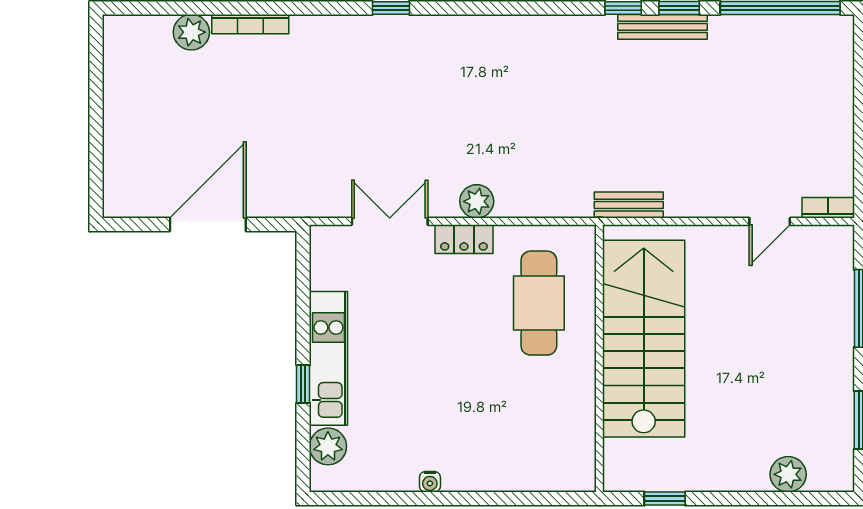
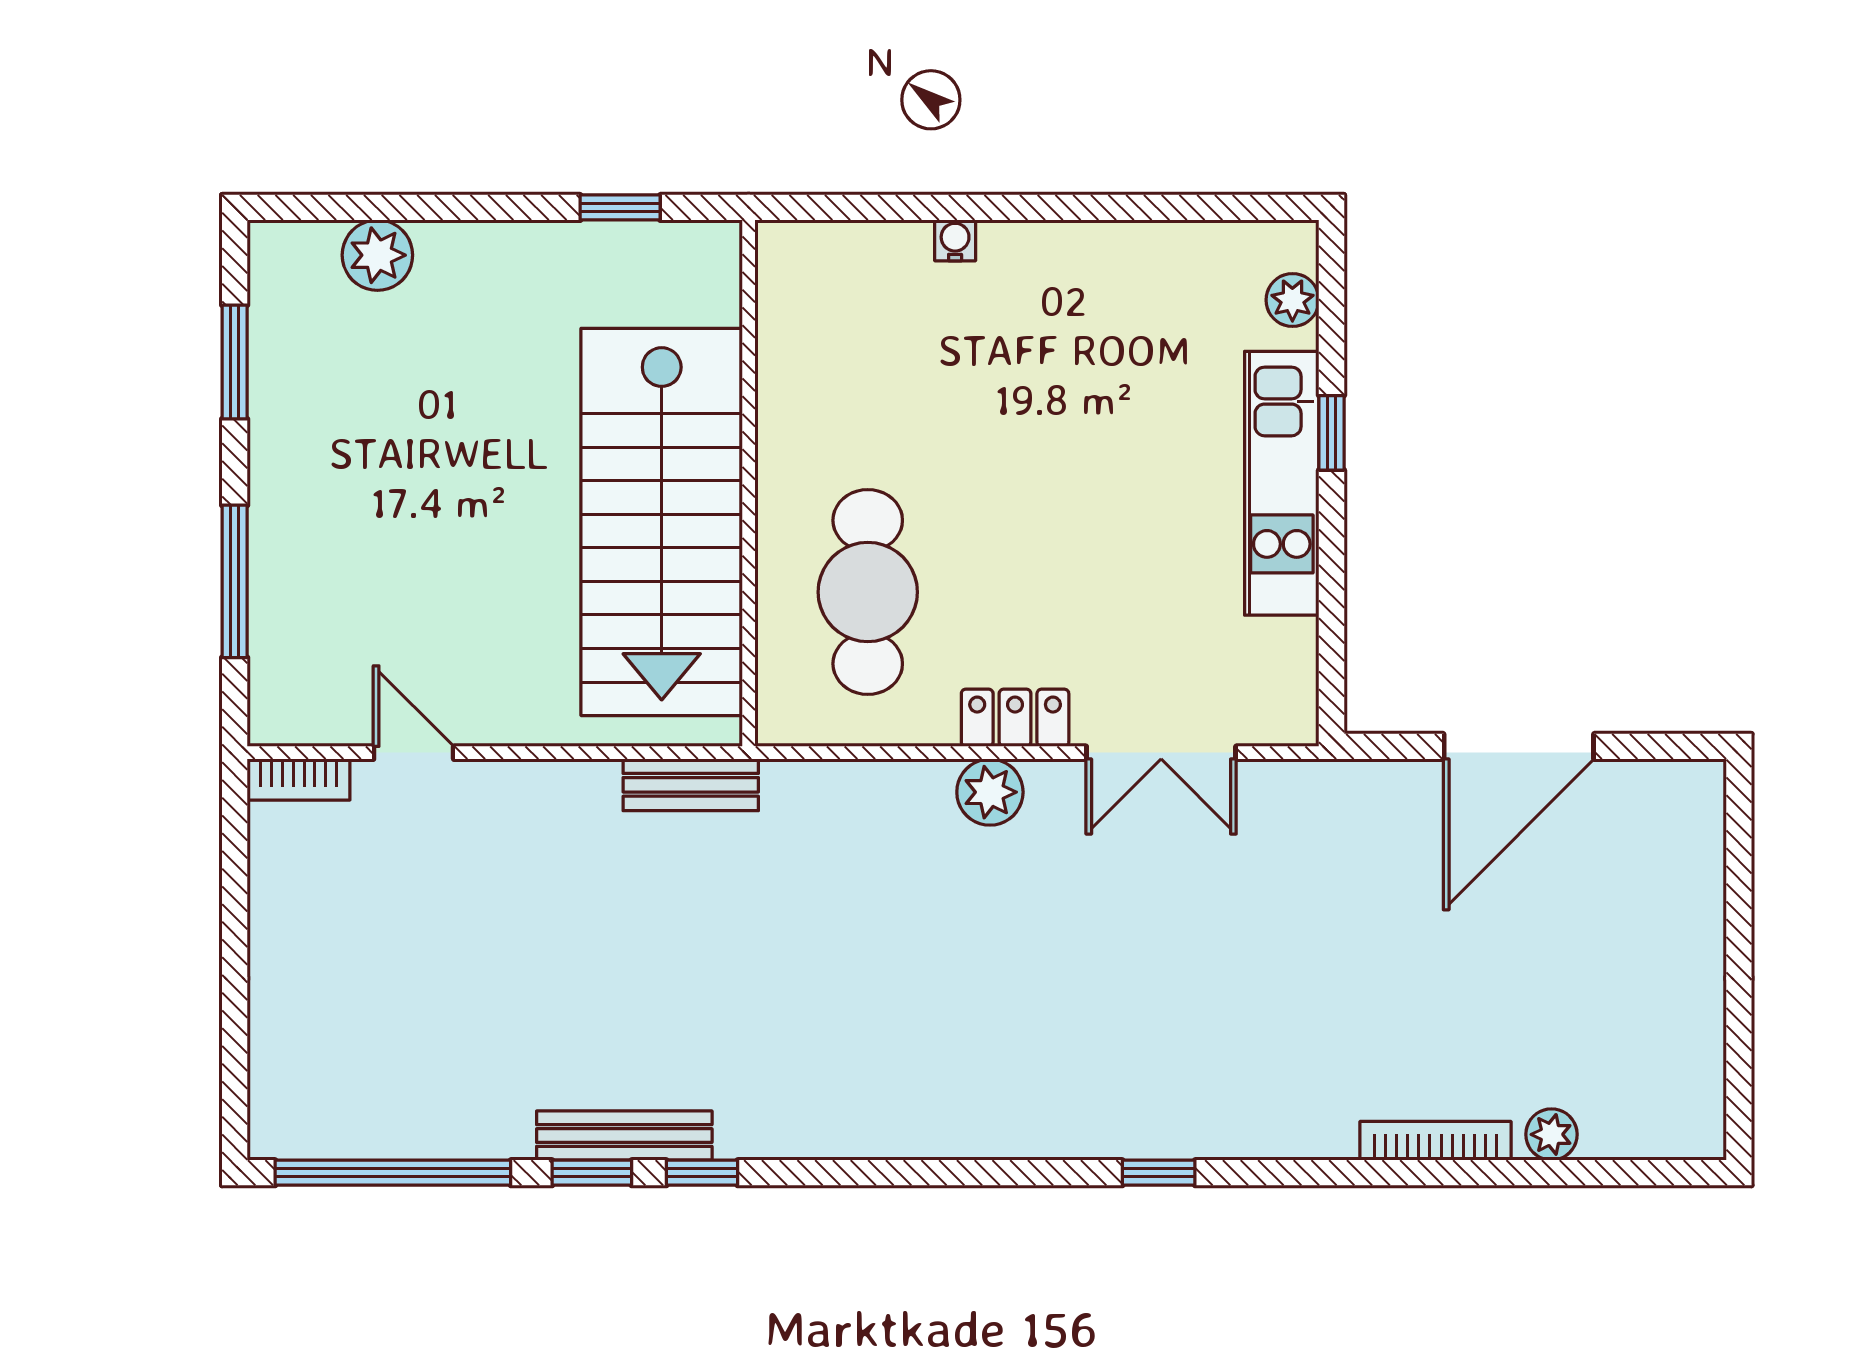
plant: (191, 32) -> (1551, 1134), width x0.73, depth x0.73
door: (770, 221) -> (414, 753), hinge flipped
plant: (328, 446) -> (1292, 300), width x0.73, depth x0.73
water cooler: (430, 482) -> (955, 240), moved

